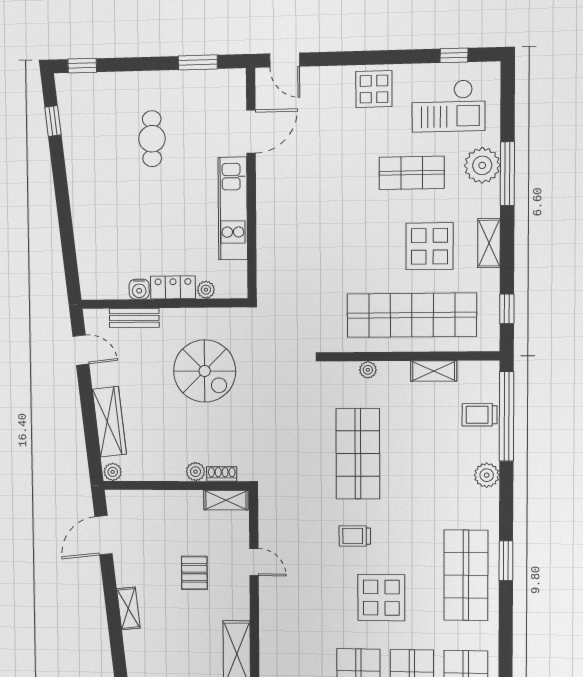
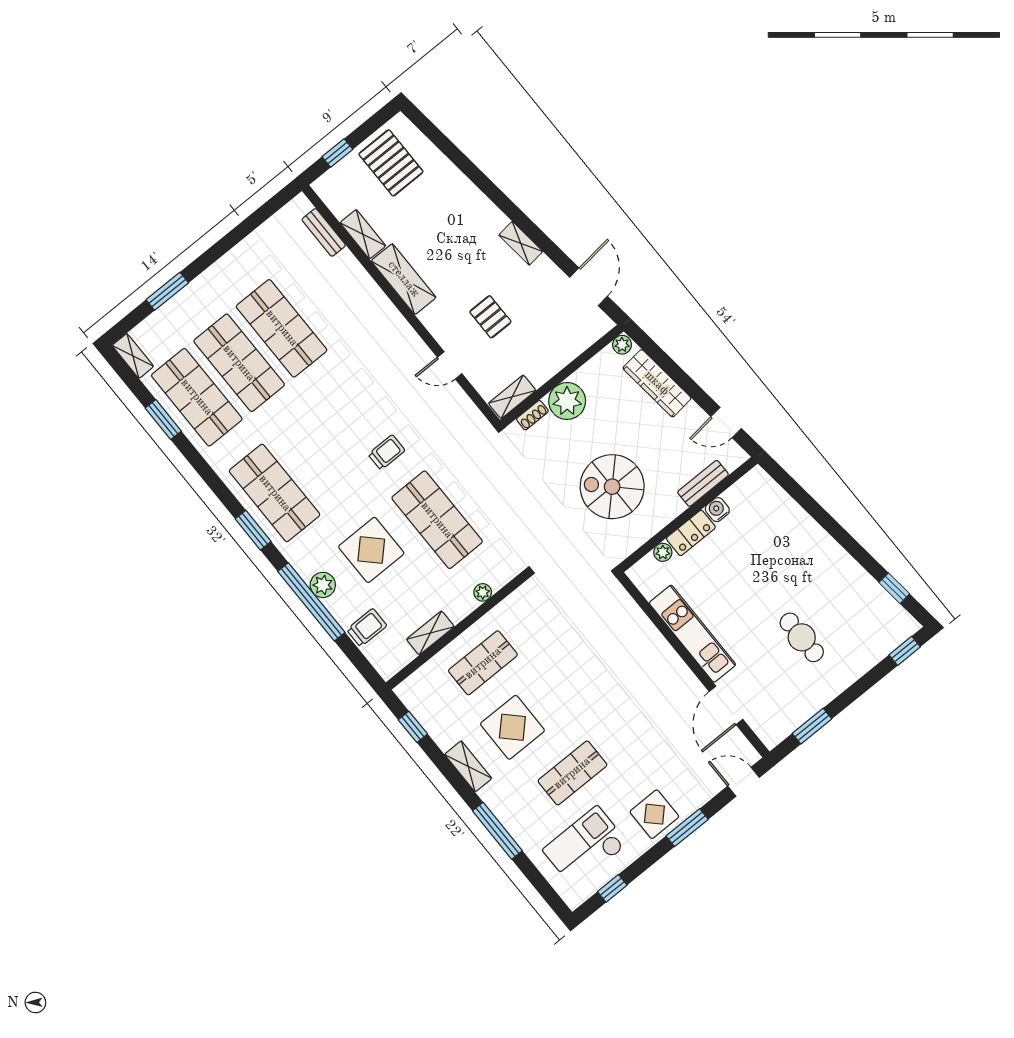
window: (357, 58) -> (687, 828), added
plant: (482, 165) -> (522, 822), removed
shop shelf: (412, 315) -> (483, 663), width x0.50, depth x0.74
window: (506, 416) -> (311, 602), moved
plant: (195, 472) -> (567, 401), width x1.88, depth x1.88
display table: (381, 598) -> (371, 550), moved

